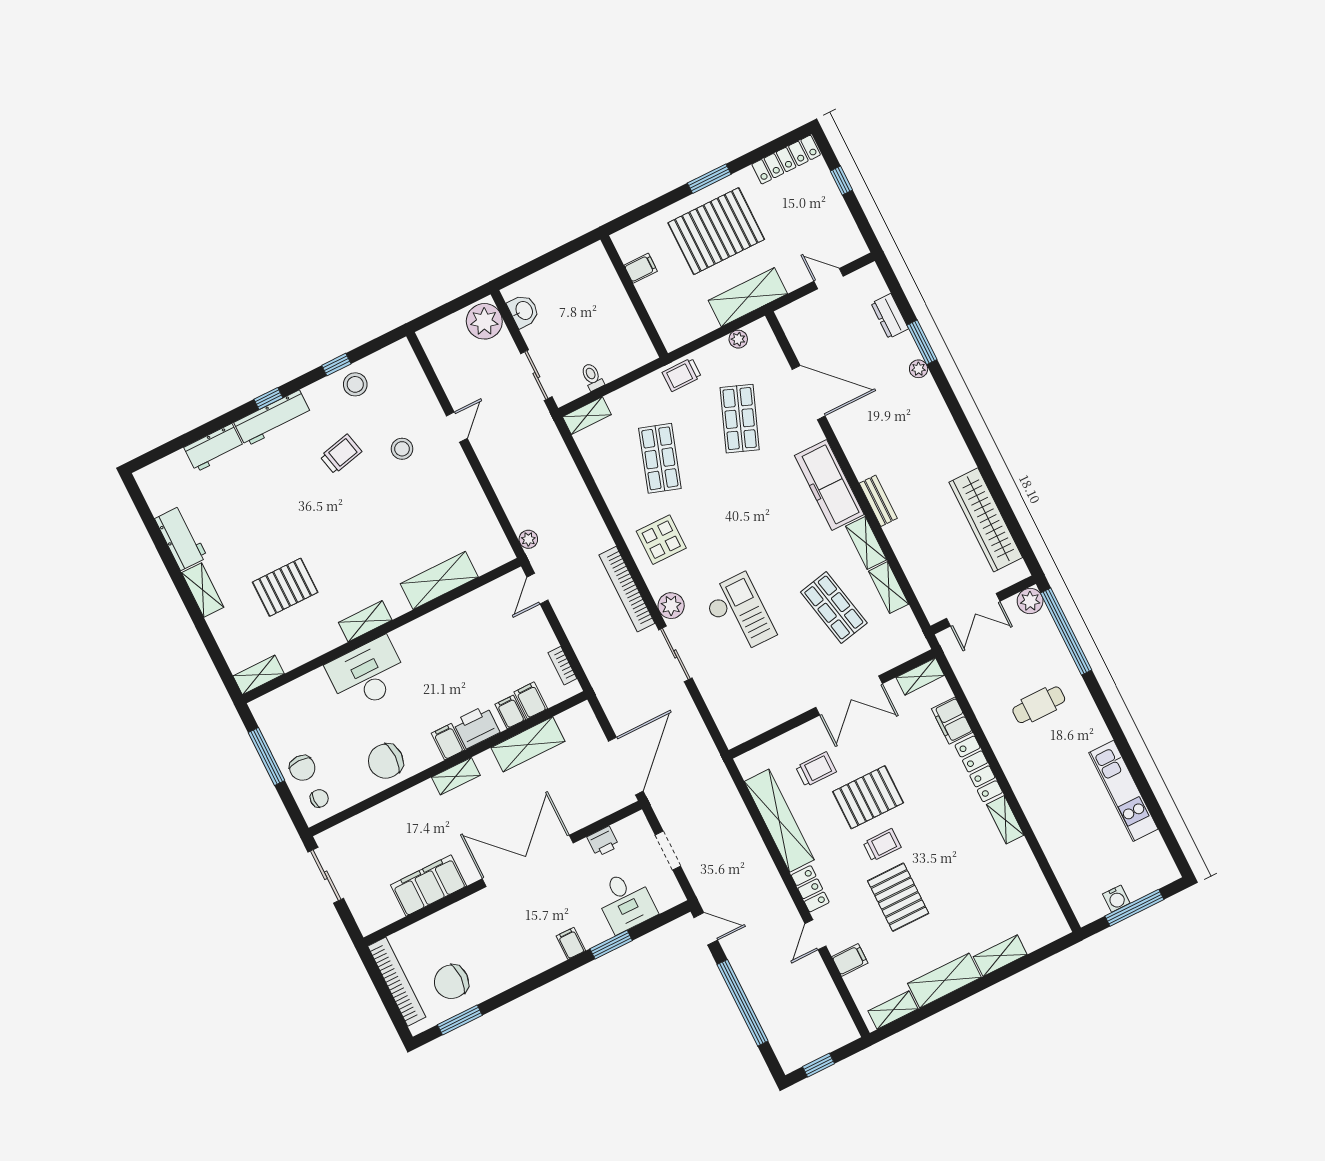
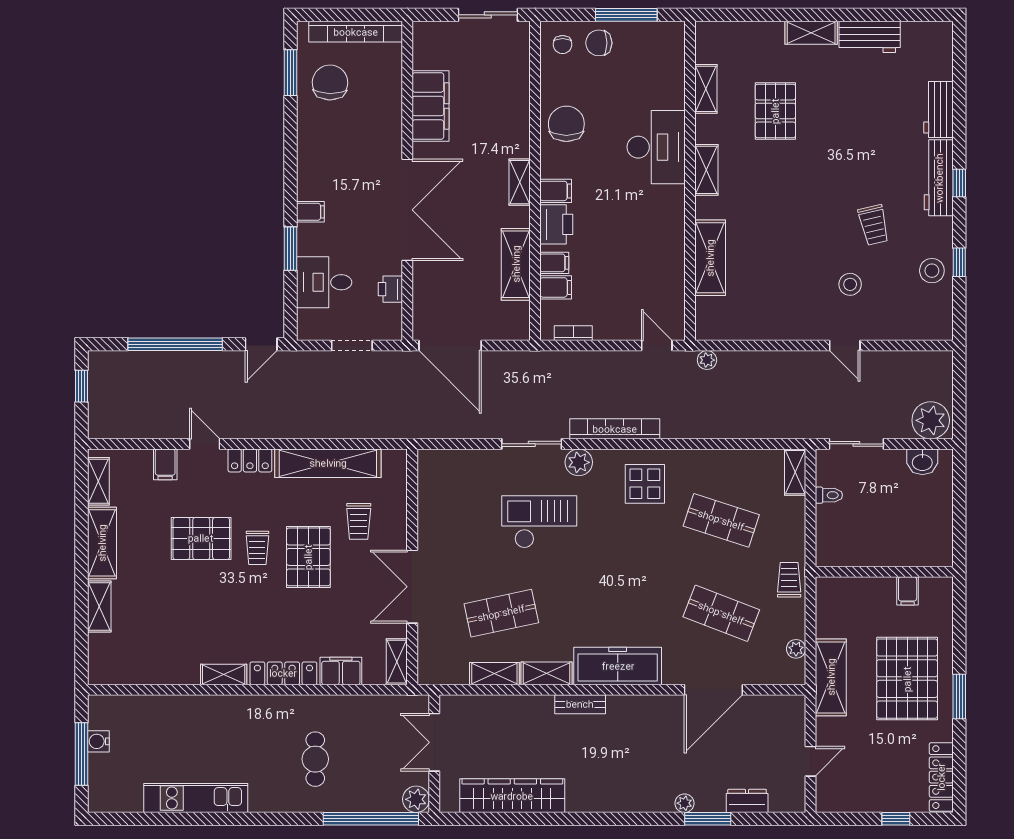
checkout: (739, 614) -> (539, 522), turned 180
shelving: (259, 675) -> (706, 89), moved

